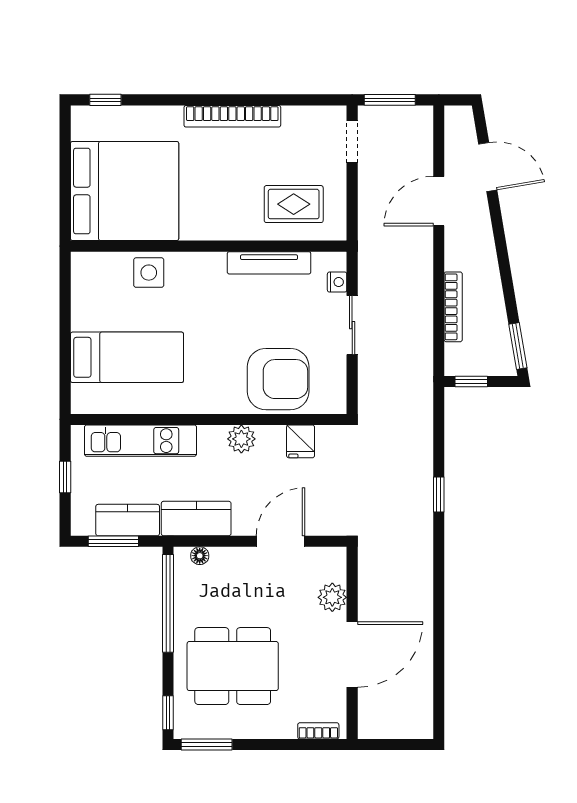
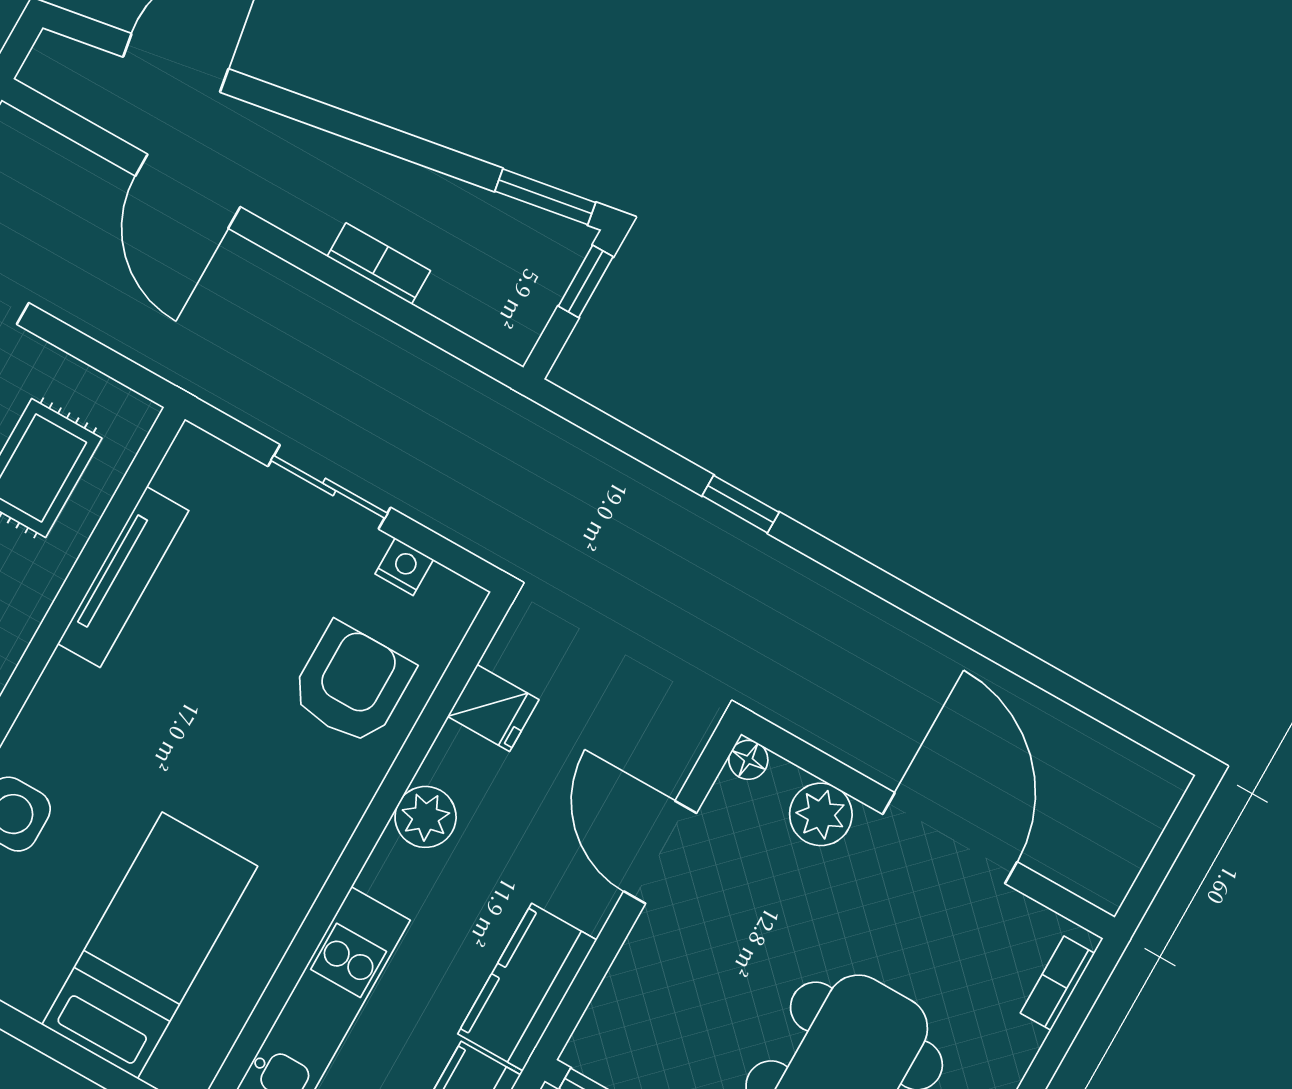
nightstand: (337, 282) -> (404, 567), moved
bookcase: (453, 307) -> (379, 264), width x0.64
armchair: (278, 379) -> (352, 684), width x0.73, depth x0.73
window: (471, 382) -> (586, 281), moved
floor lamp: (200, 556) -> (748, 760), moved

